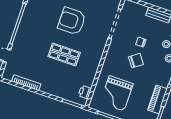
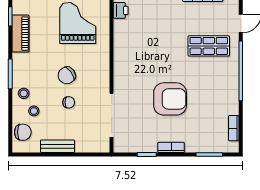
shop shelf: (64, 55) -> (209, 46), moved

